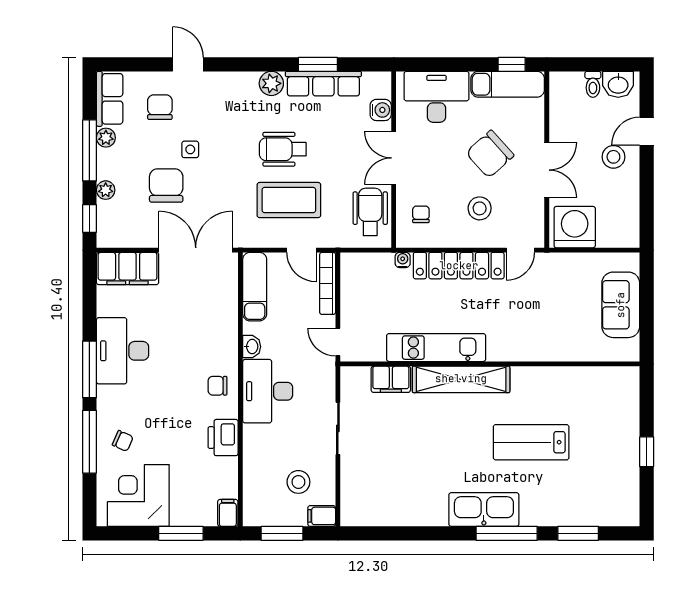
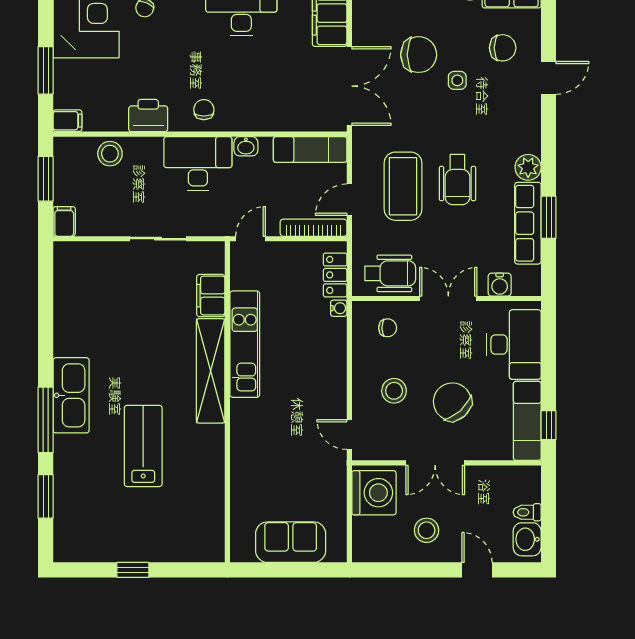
wheelchair: (283, 149) -> (457, 179), turned 180
stool: (613, 157) -> (427, 530), moved
locker: (459, 266) -> (335, 275), moved, width x0.46, depth x0.83
stool: (298, 482) -> (110, 154), moved

